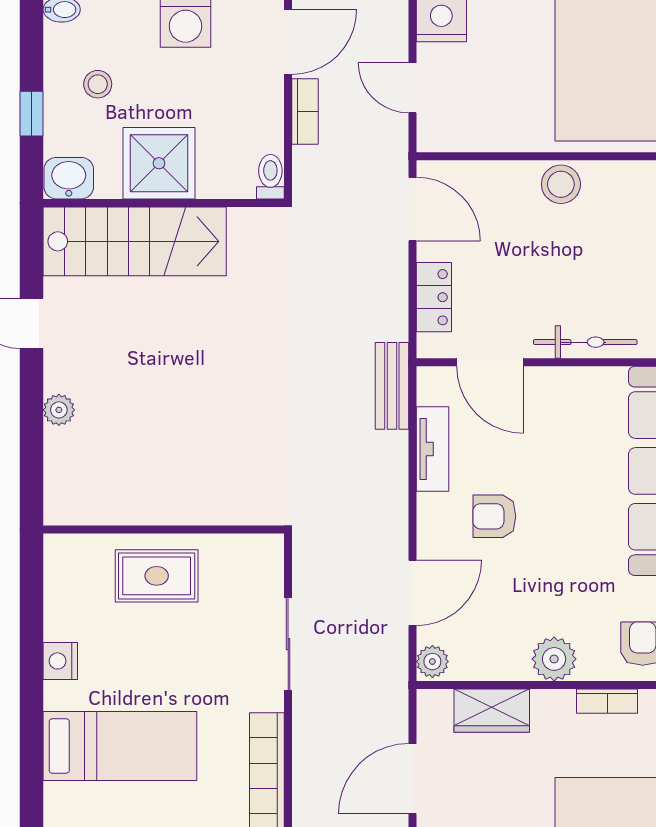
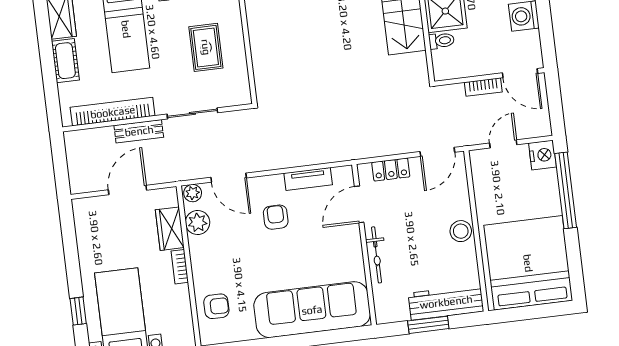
toilet: (270, 177) -> (442, 41), moved
bench: (392, 386) -> (139, 131), moved
rug: (157, 576) -> (206, 47), moved
plant: (554, 659) -> (198, 223), moved
bookcase: (607, 701) -> (180, 267), moved
door: (412, 779) -> (128, 190), hinge flipped

